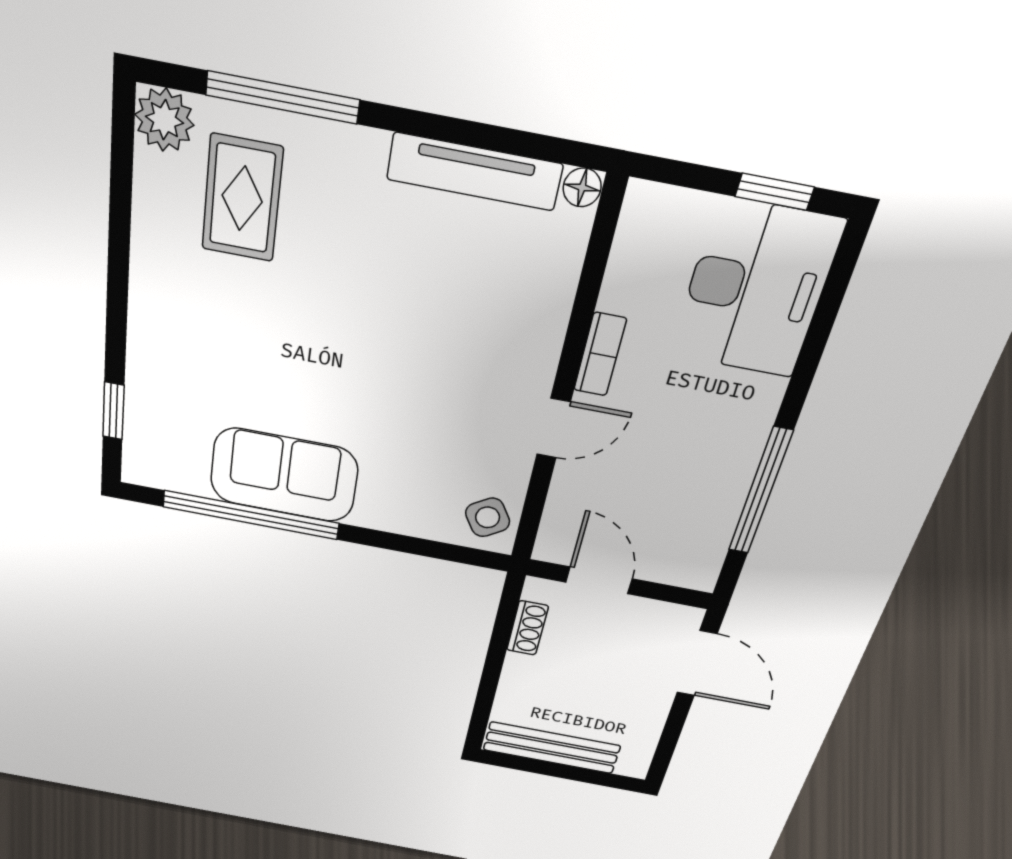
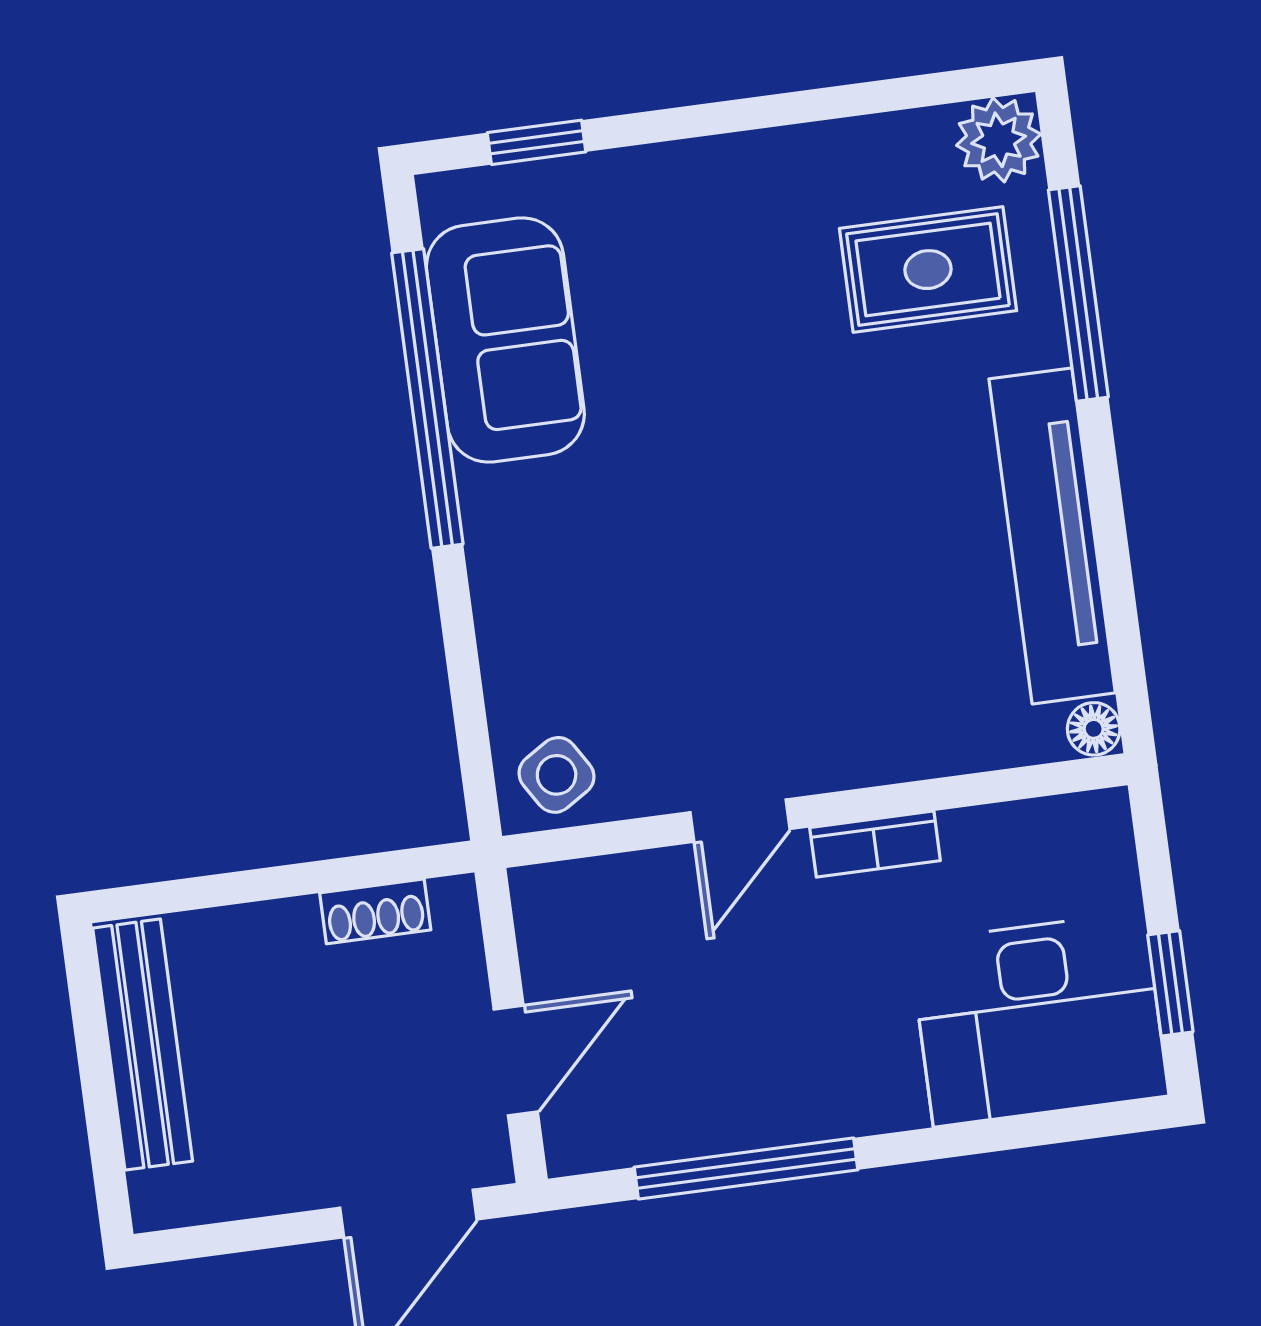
tv unit: (474, 172) -> (1052, 536), width x1.36, depth x1.29
door: (553, 428) -> (740, 821), hinge flipped
sofa: (284, 475) -> (505, 340), moved
door: (599, 580) -> (516, 1060), moved

